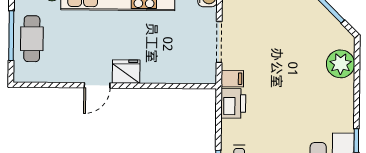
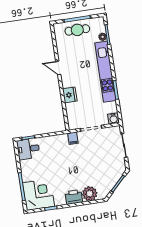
fridge: (126, 72) -> (70, 95), moved
printer: (233, 103) -> (74, 197), moved, turned 180

